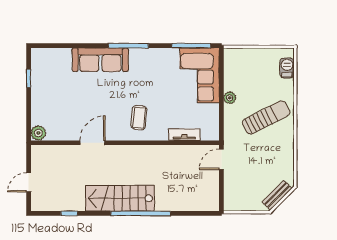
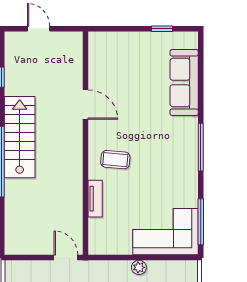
sofa: (100, 60) -> (184, 82), moved
plant: (38, 133) -> (97, 40), removed
tv unit: (184, 135) -> (95, 199), moved

